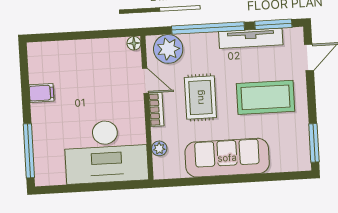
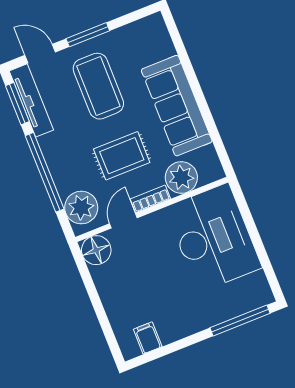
tv unit: (251, 38) -> (31, 100), moved
floor lamp: (134, 43) -> (96, 250), width x1.89, depth x1.89
filing cabinet: (41, 93) -> (148, 338), moved
window: (314, 143) -> (88, 35), moved
plant: (159, 148) -> (181, 178), width x1.87, depth x1.87

